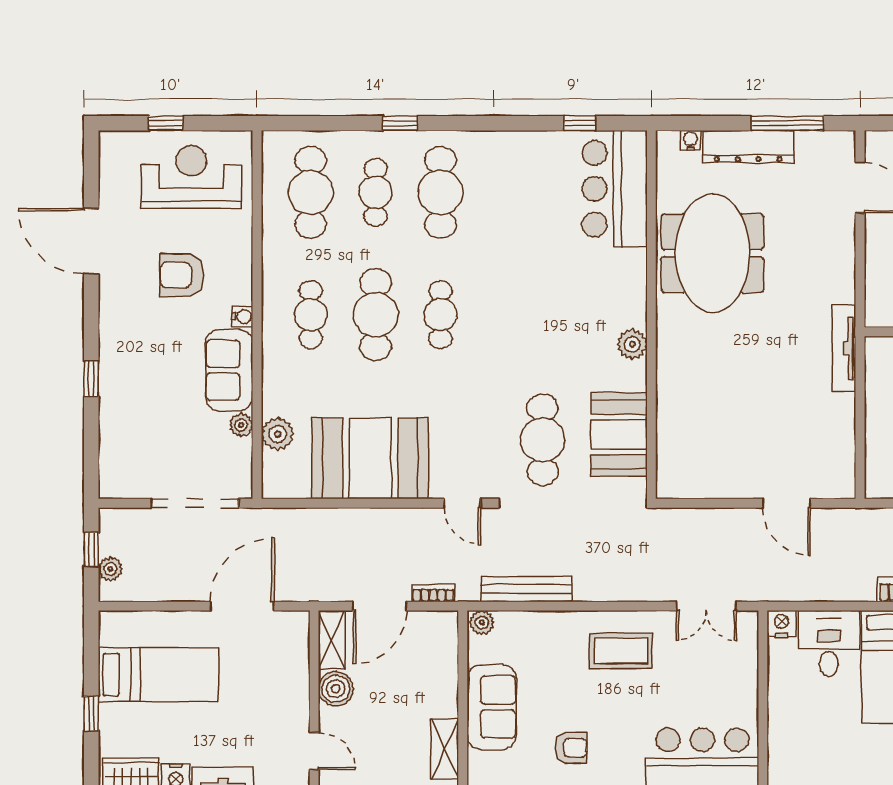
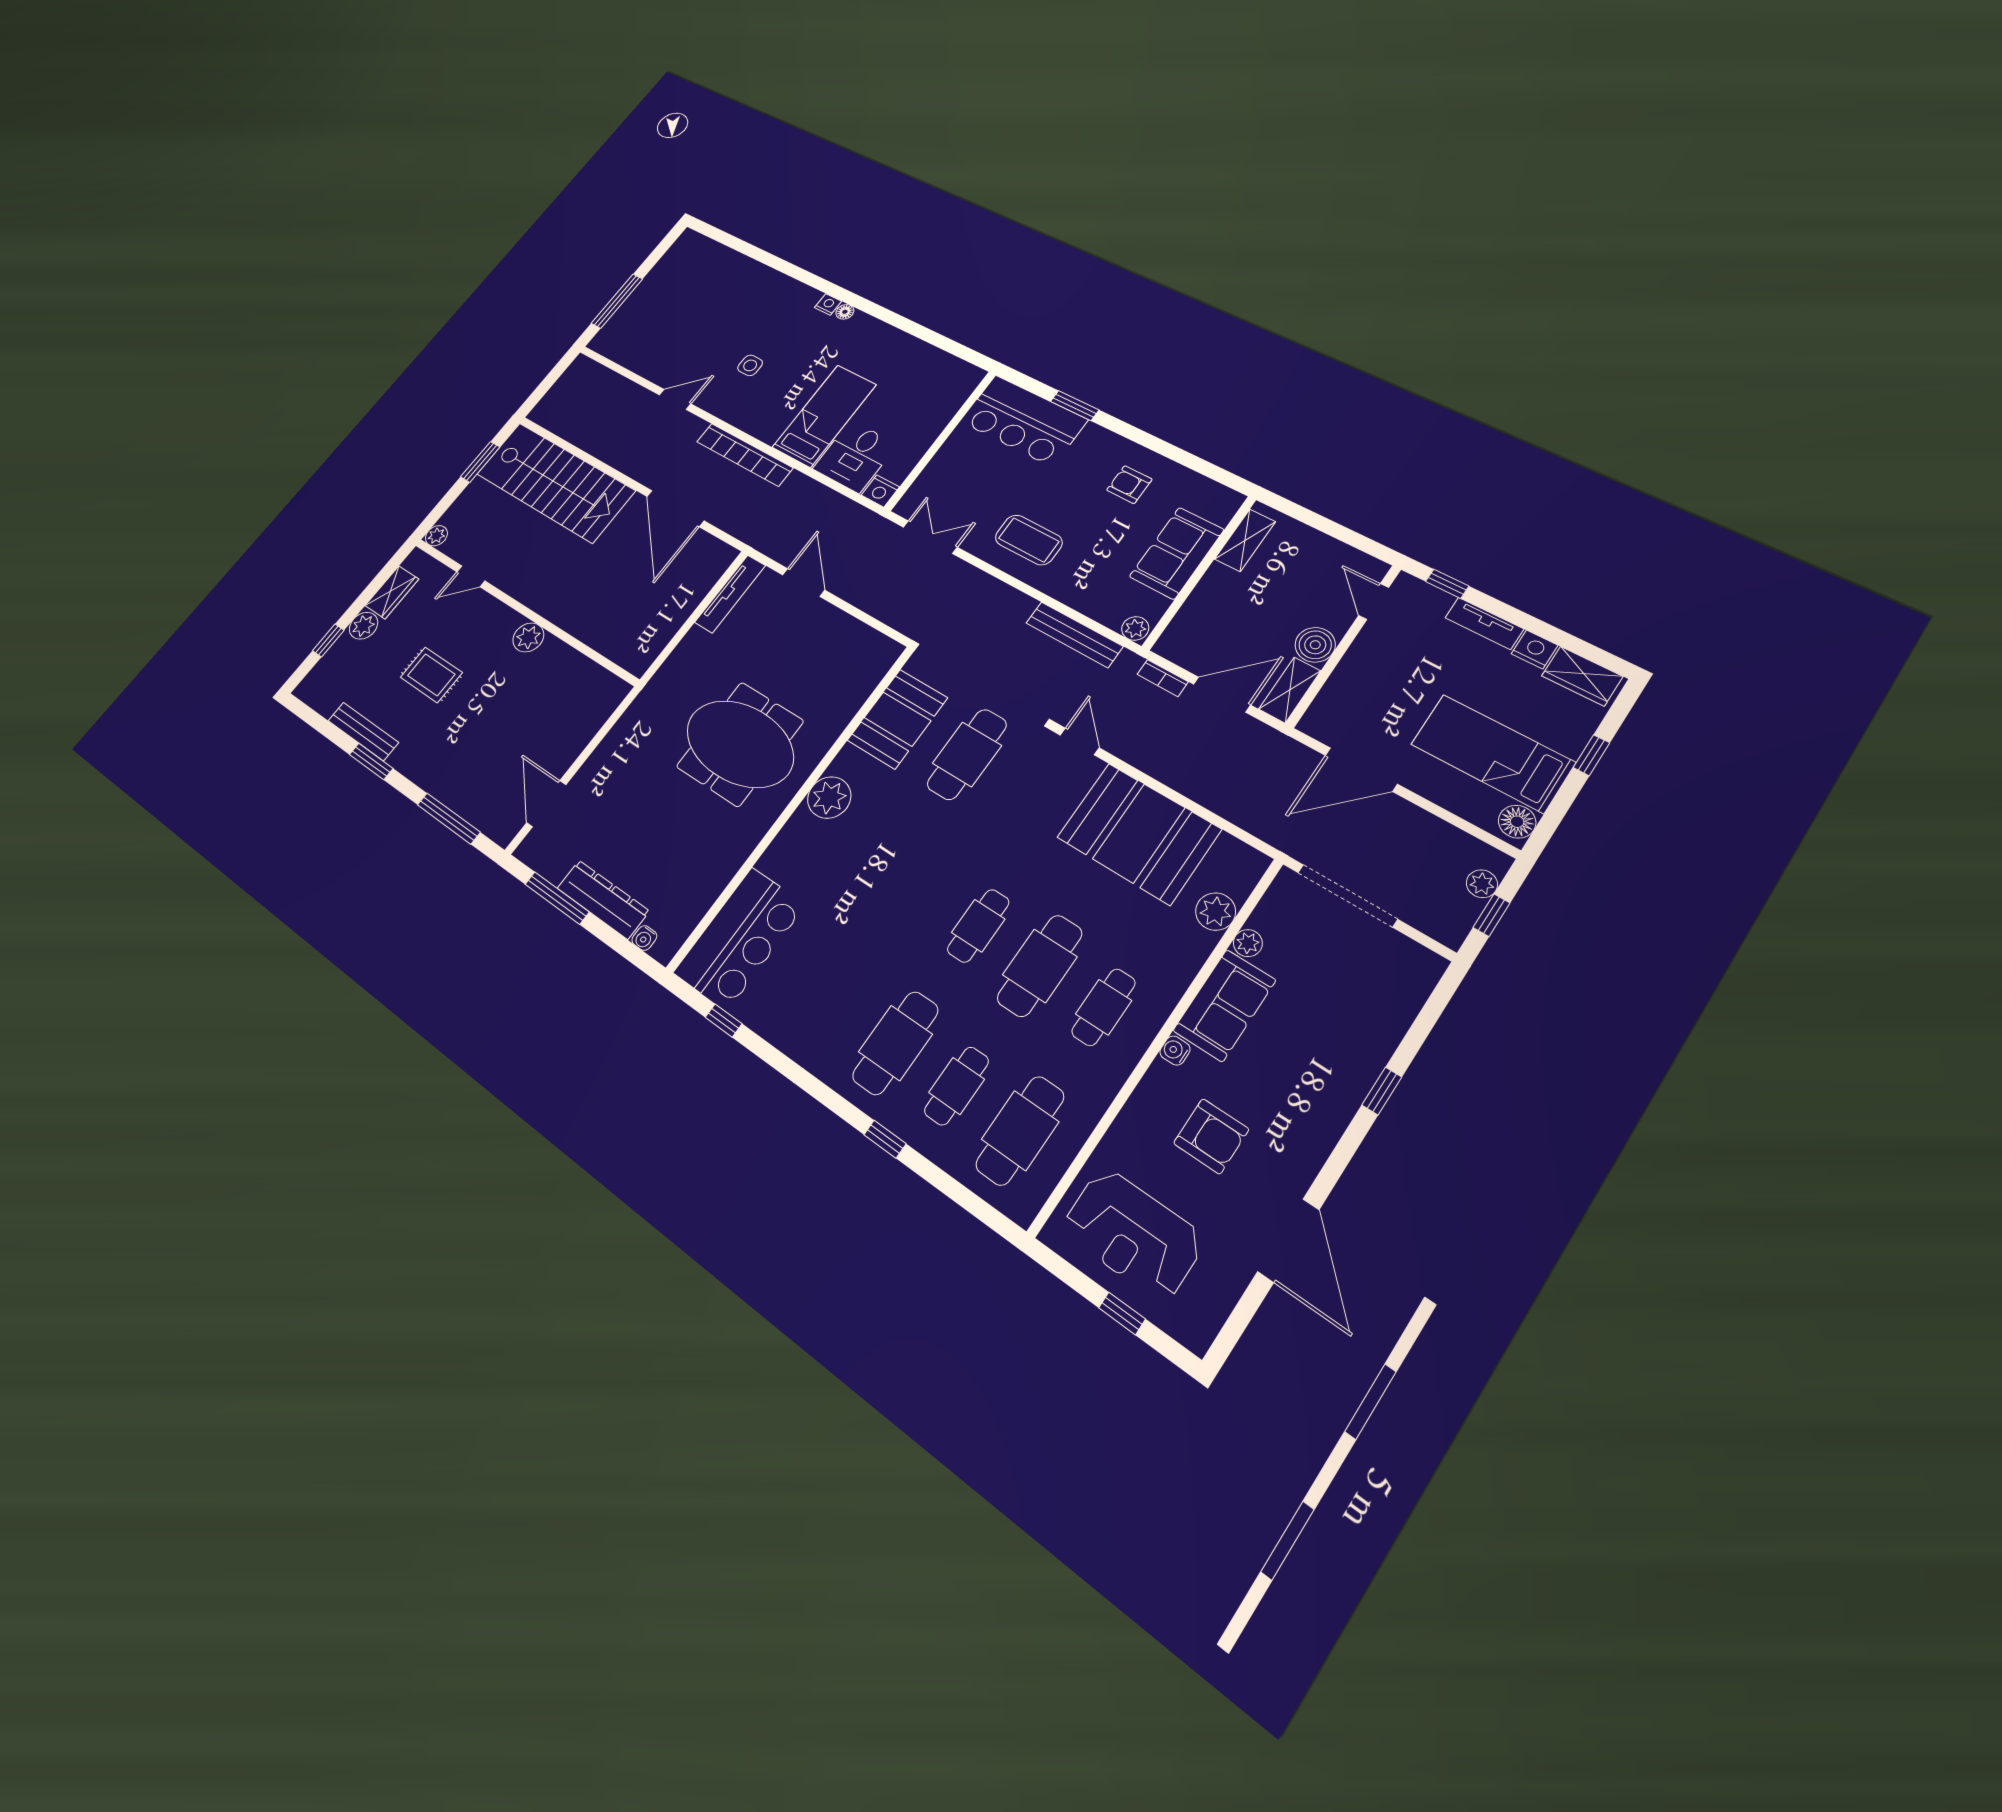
meeting table: (712, 253) -> (740, 744), moved, turned 90
plant: (632, 344) -> (829, 798), width x1.36, depth x1.36
tv unit: (844, 348) -> (730, 594), moved
floor lamp: (113, 631) -> (1517, 822), added

